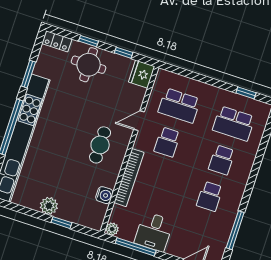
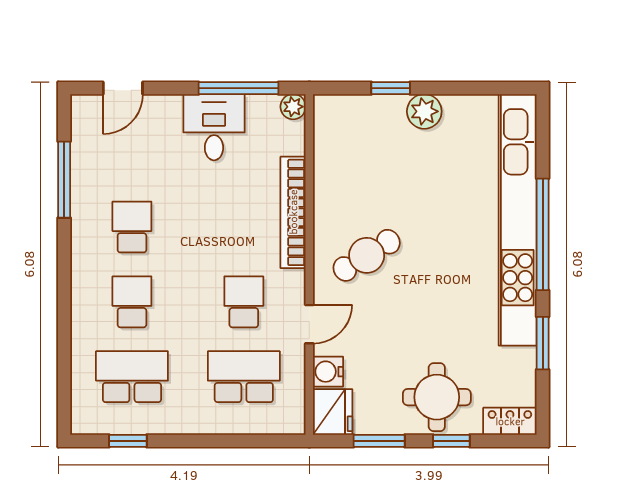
window: (124, 53) -> (379, 441), width x1.50
cafe table: (100, 145) -> (367, 255), turned 58
water cooler: (104, 195) -> (328, 372), moved

